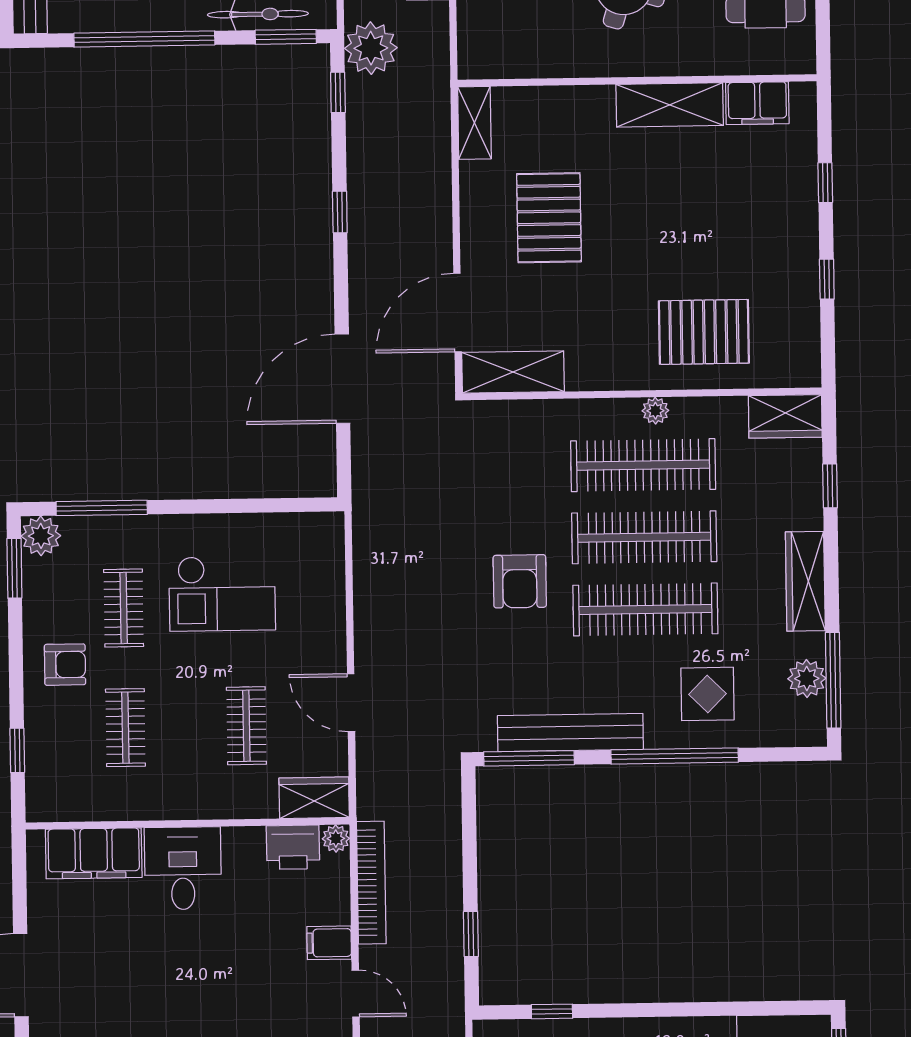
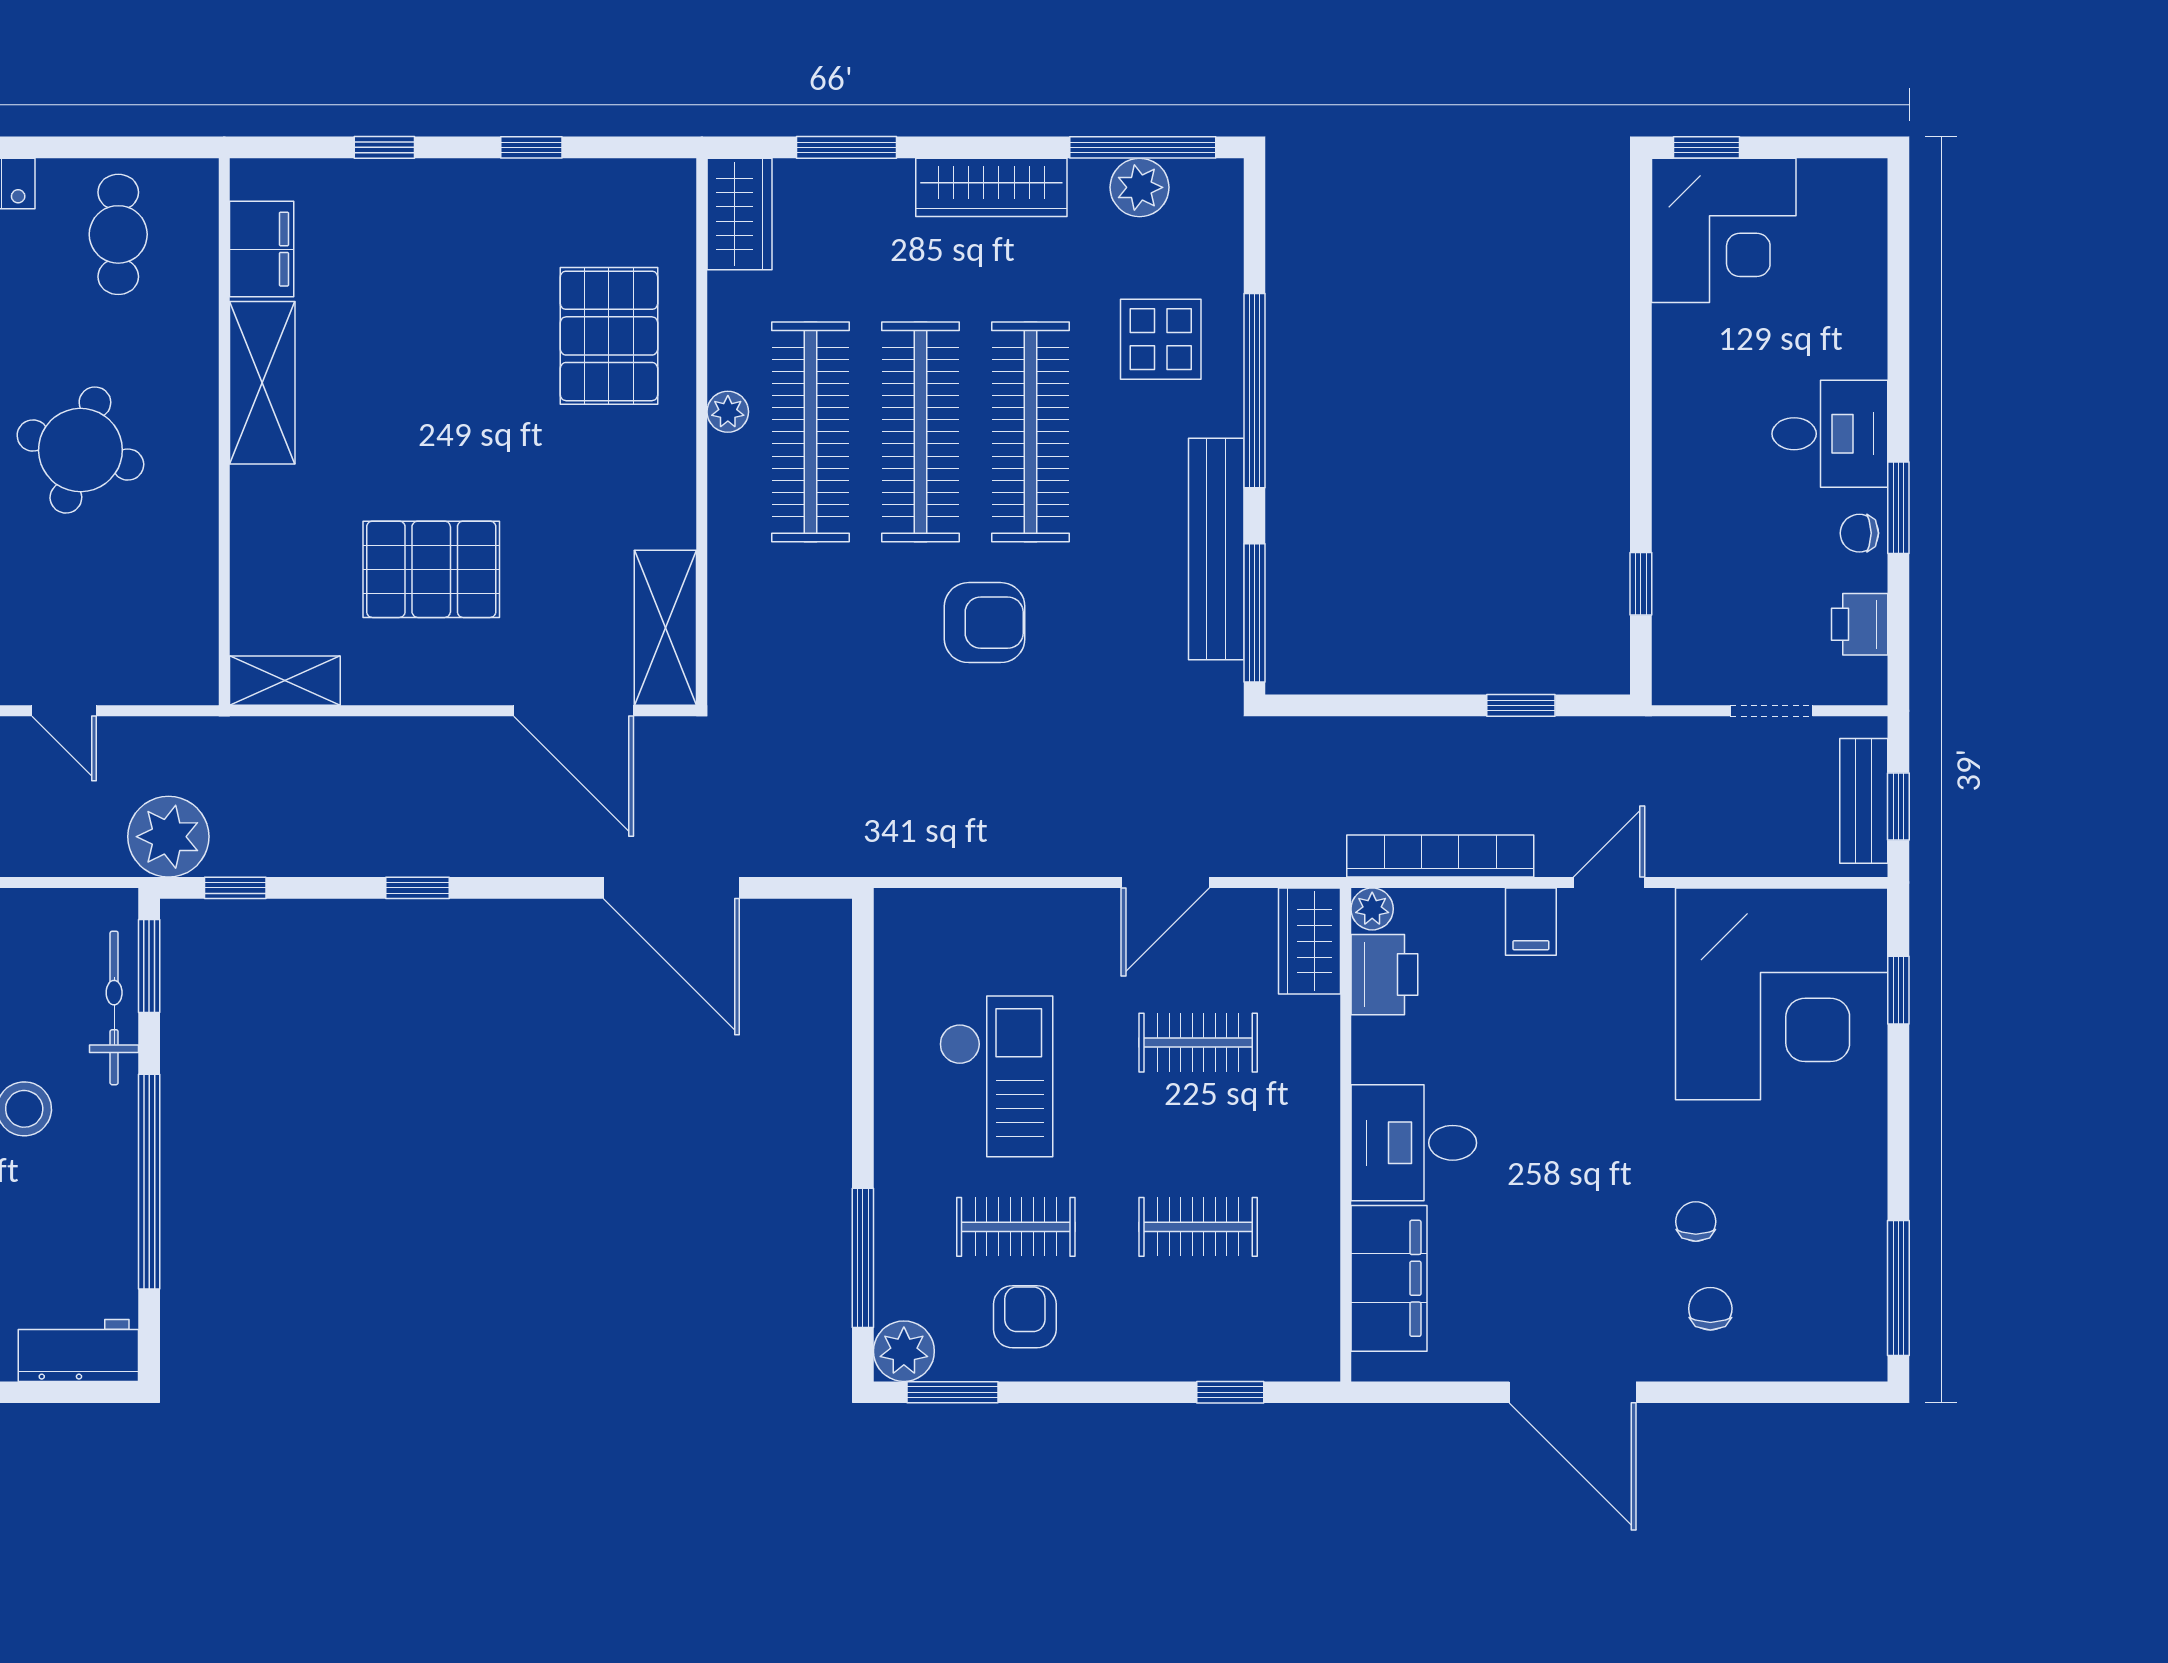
window: (830, 486) -> (847, 147), width x1.50
armchair: (65, 665) -> (1025, 1317), moved

